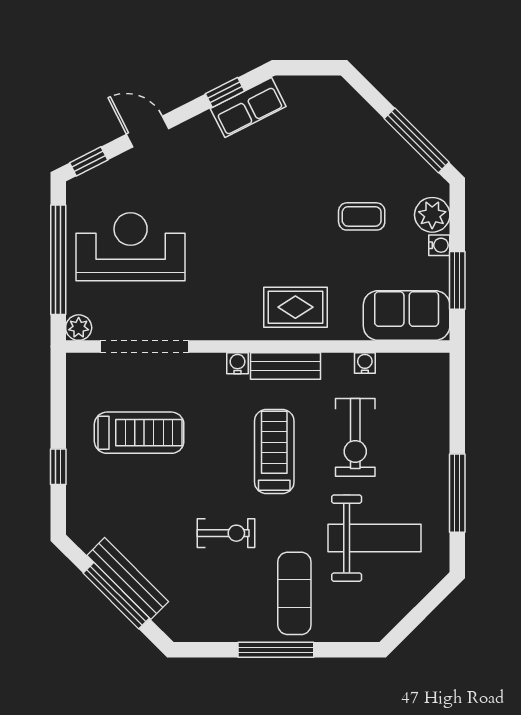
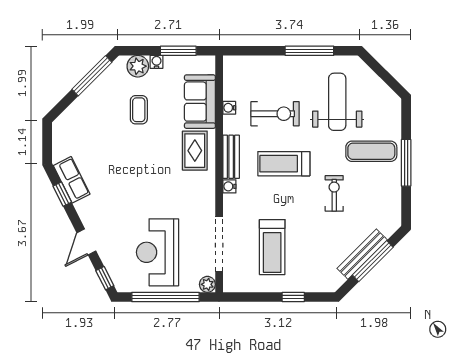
sofa: (407, 315) -> (200, 102), moved
treadmill: (139, 433) -> (272, 247), turned 180

